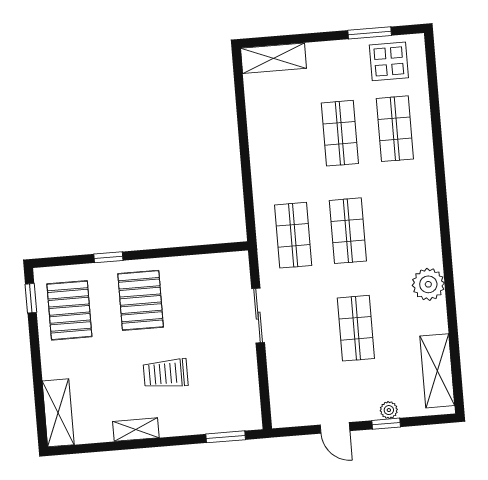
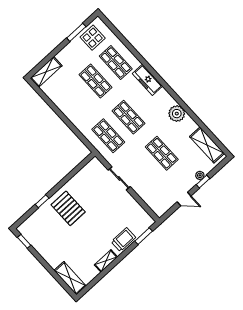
freezer: (423, 195) -> (147, 80), added
pallet: (69, 310) -> (43, 234), removed
trolley: (166, 374) -> (123, 240), moved, turned 180

